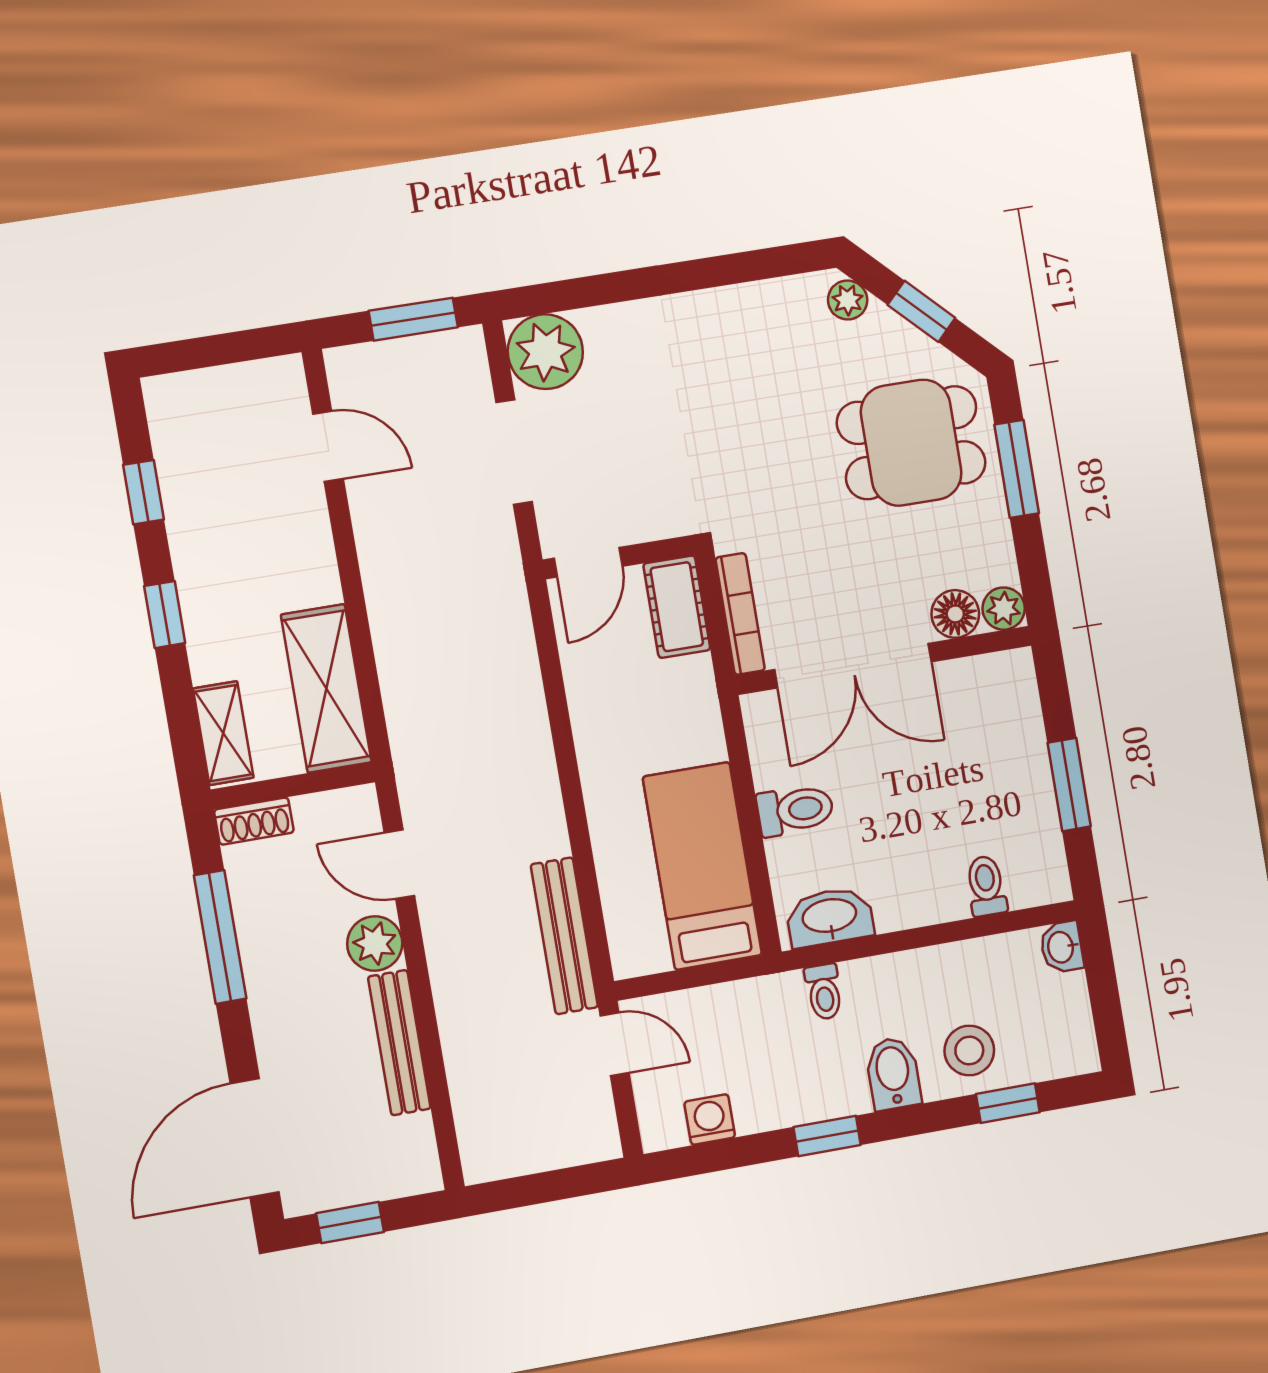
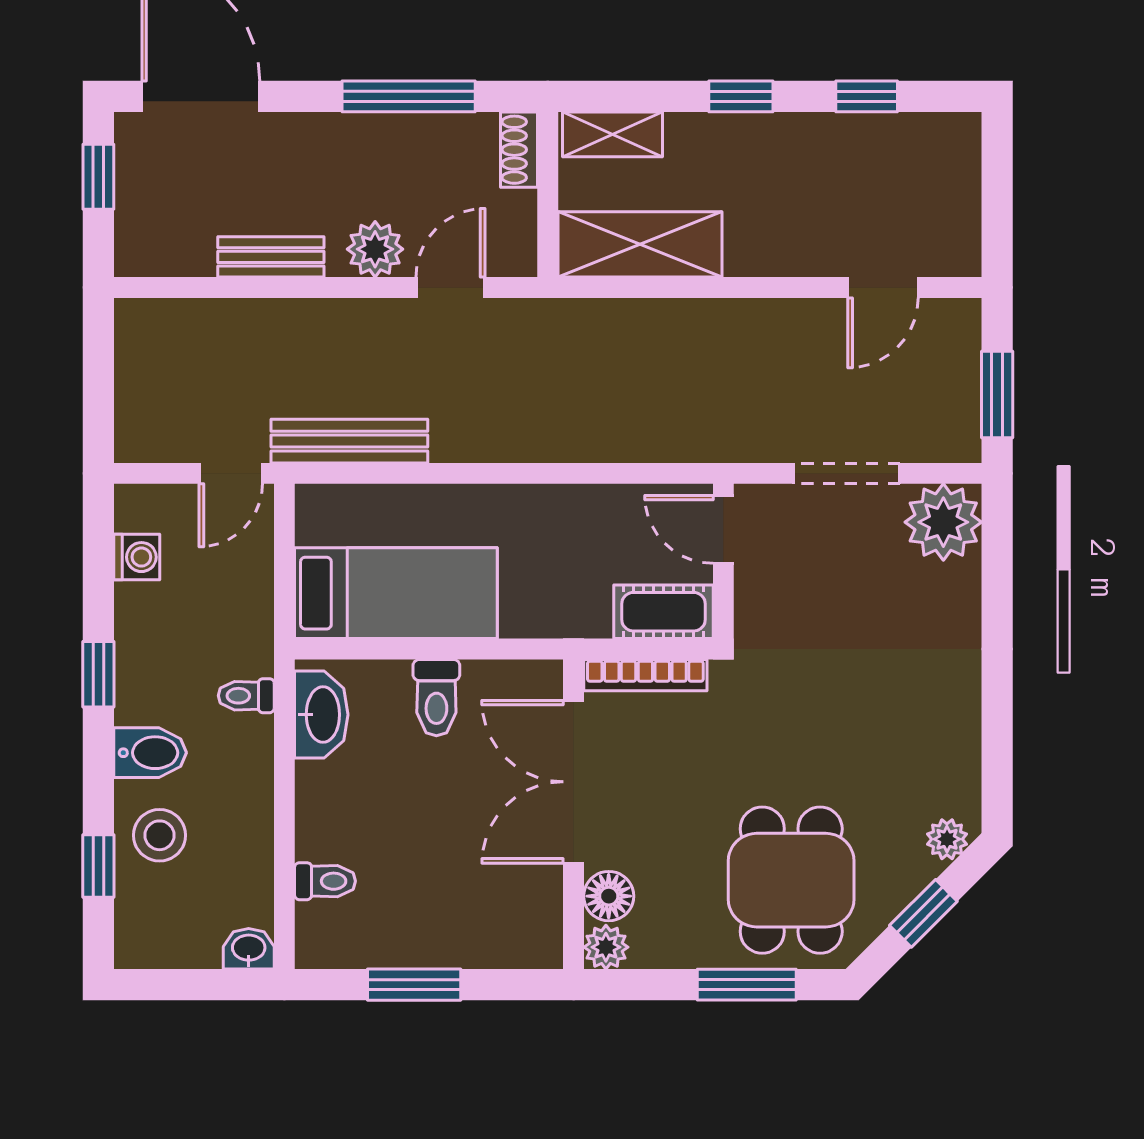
bench: (399, 1043) -> (271, 257), width x0.73

